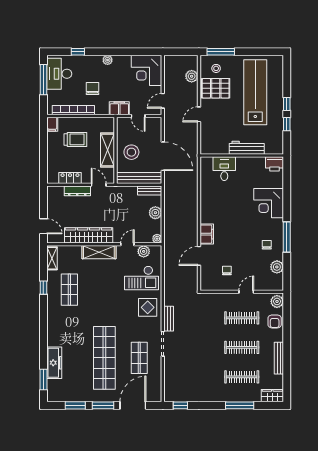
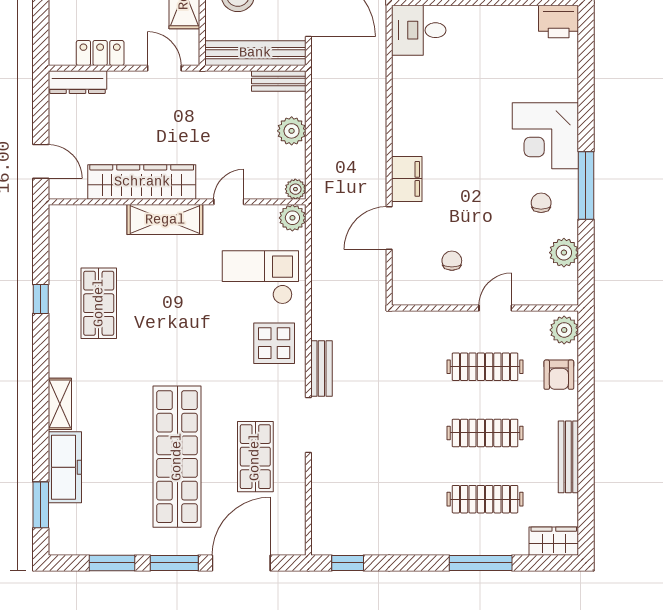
desk: (224, 169) -> (419, 30), moved, turned -90
dresser: (77, 191) -> (77, 82), moved
corner desk: (269, 203) -> (545, 136), moved
plant: (144, 251) -> (292, 218), moved
shelving: (52, 258) -> (60, 404), moved
checkout: (141, 278) -> (260, 277), turned 180

